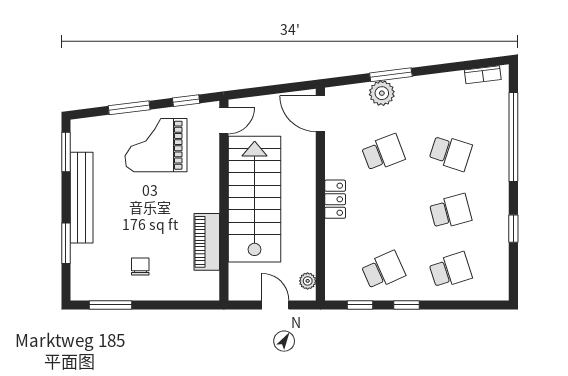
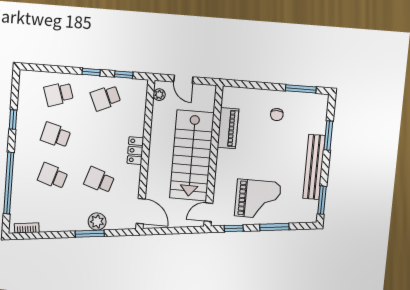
school desk: (383, 153) -> (99, 180), turned 39
school desk: (451, 212) -> (56, 135), turned 30

